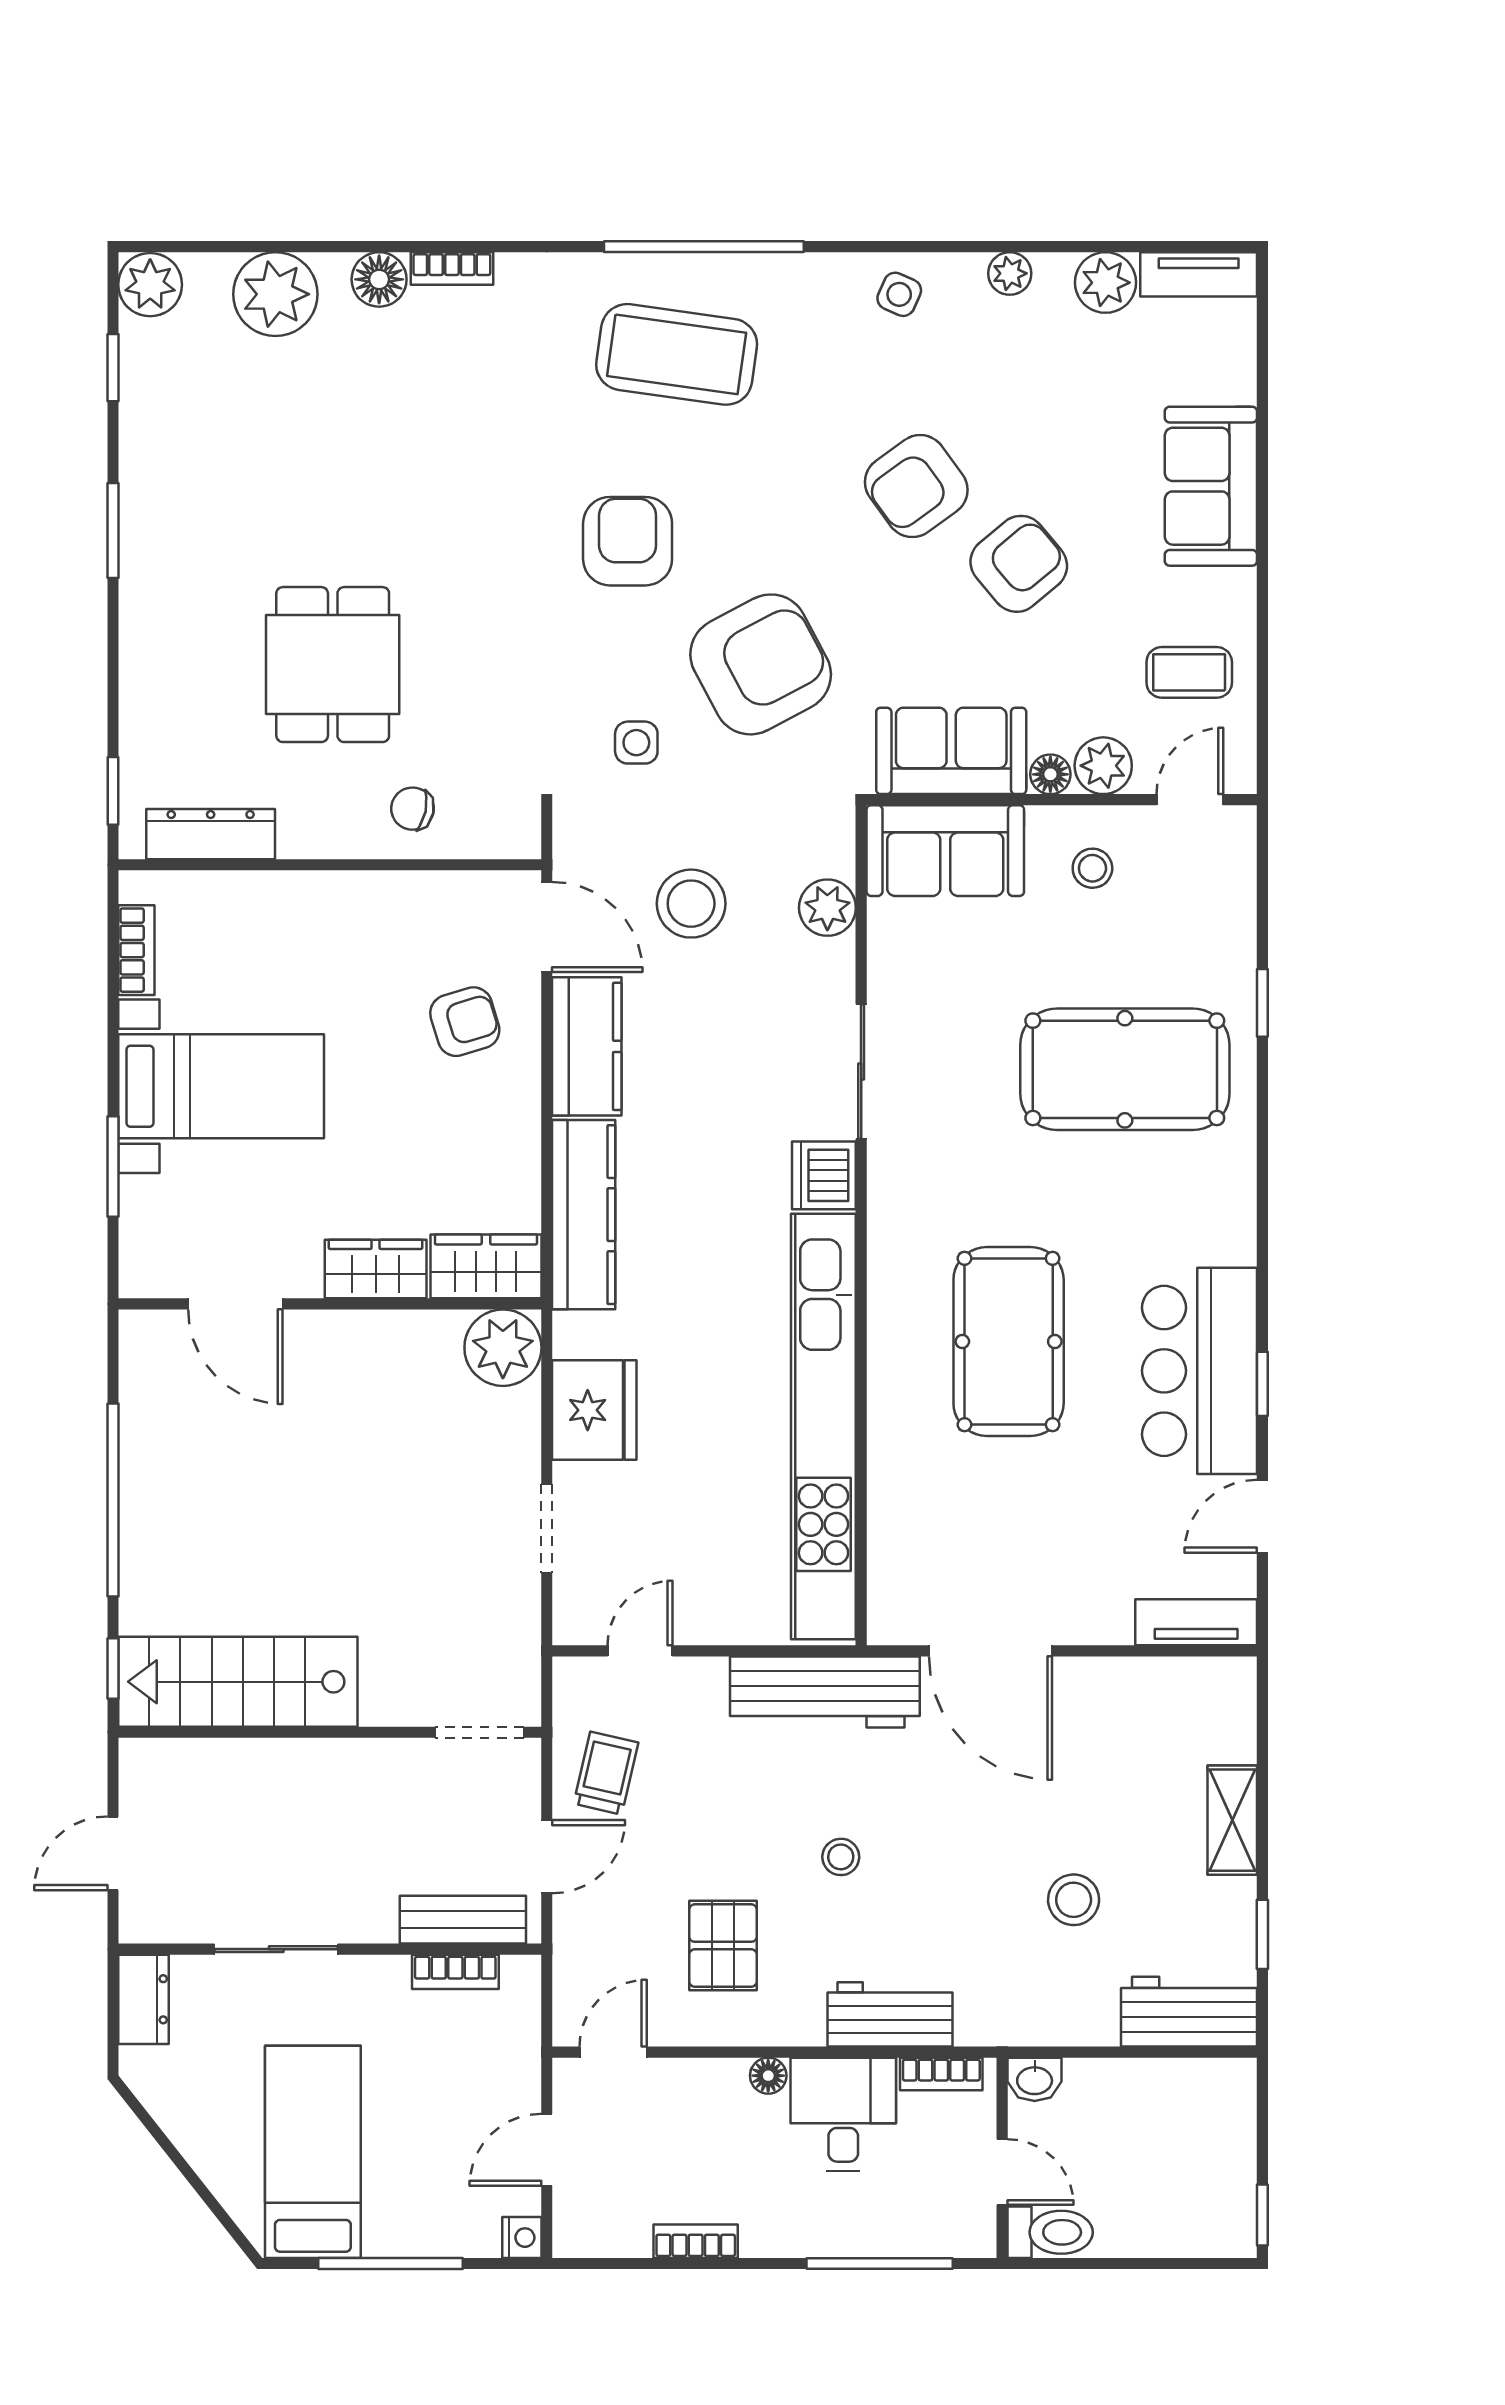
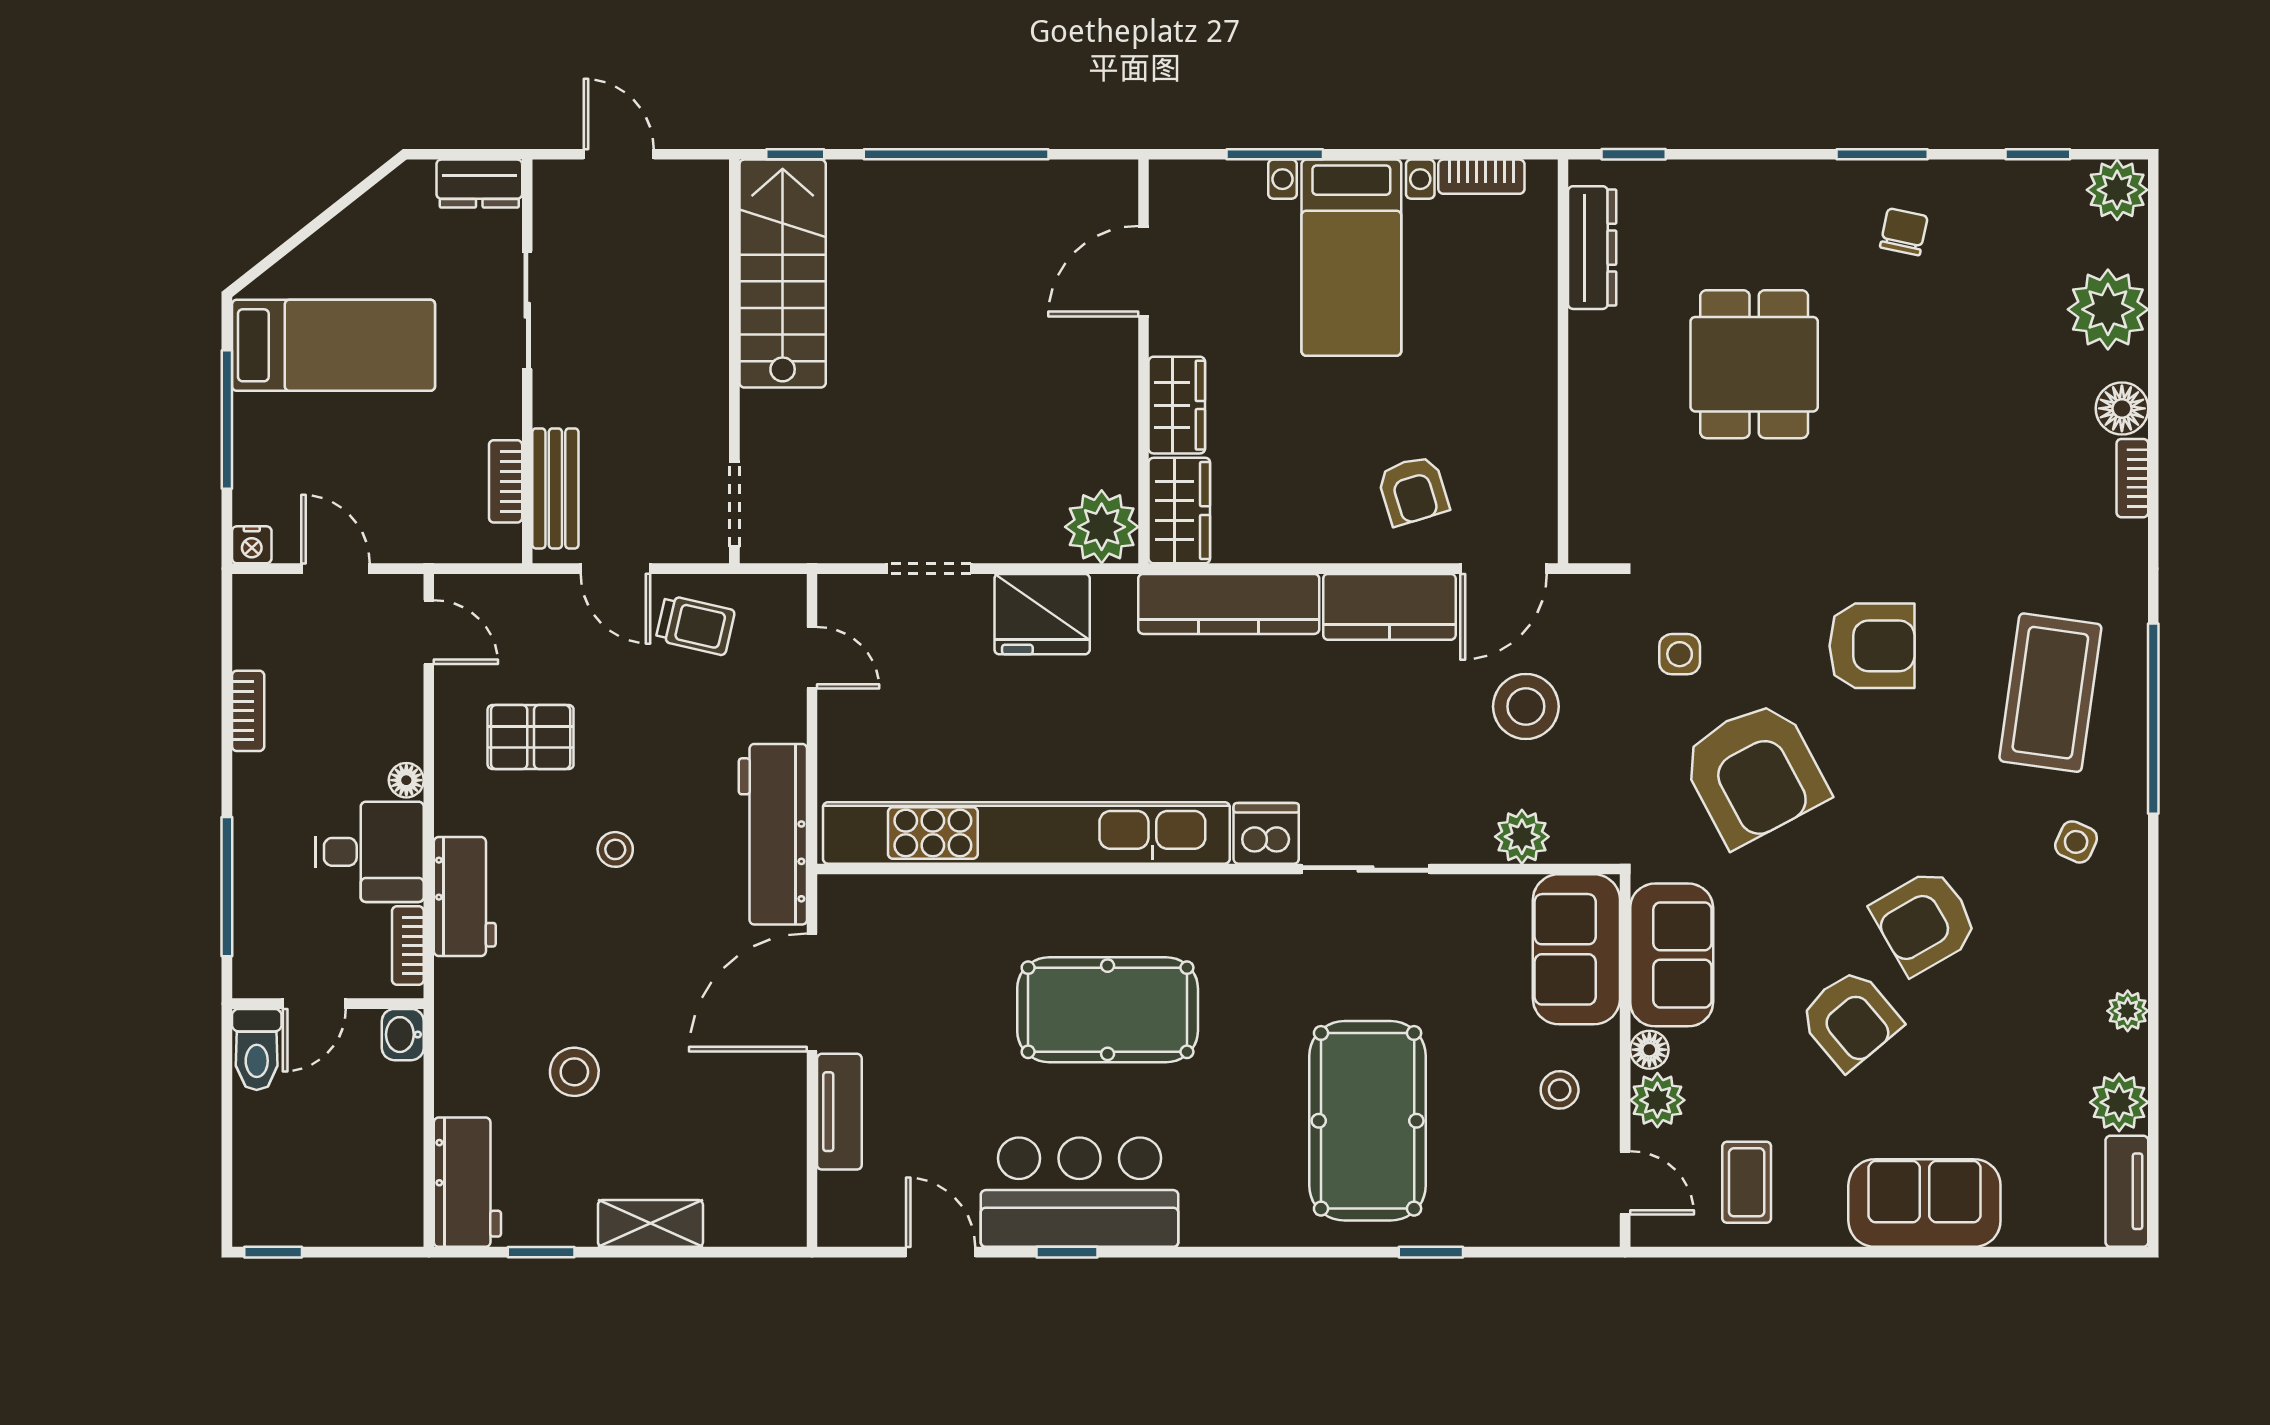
side table: (899, 294) -> (2076, 842), moved
armchair: (916, 486) -> (1925, 922), turned -84
dining table: (333, 665) -> (1754, 364), turned 90
chair: (412, 809) -> (1904, 232), moved
tv unit: (1196, 1622) -> (839, 1112), moved

